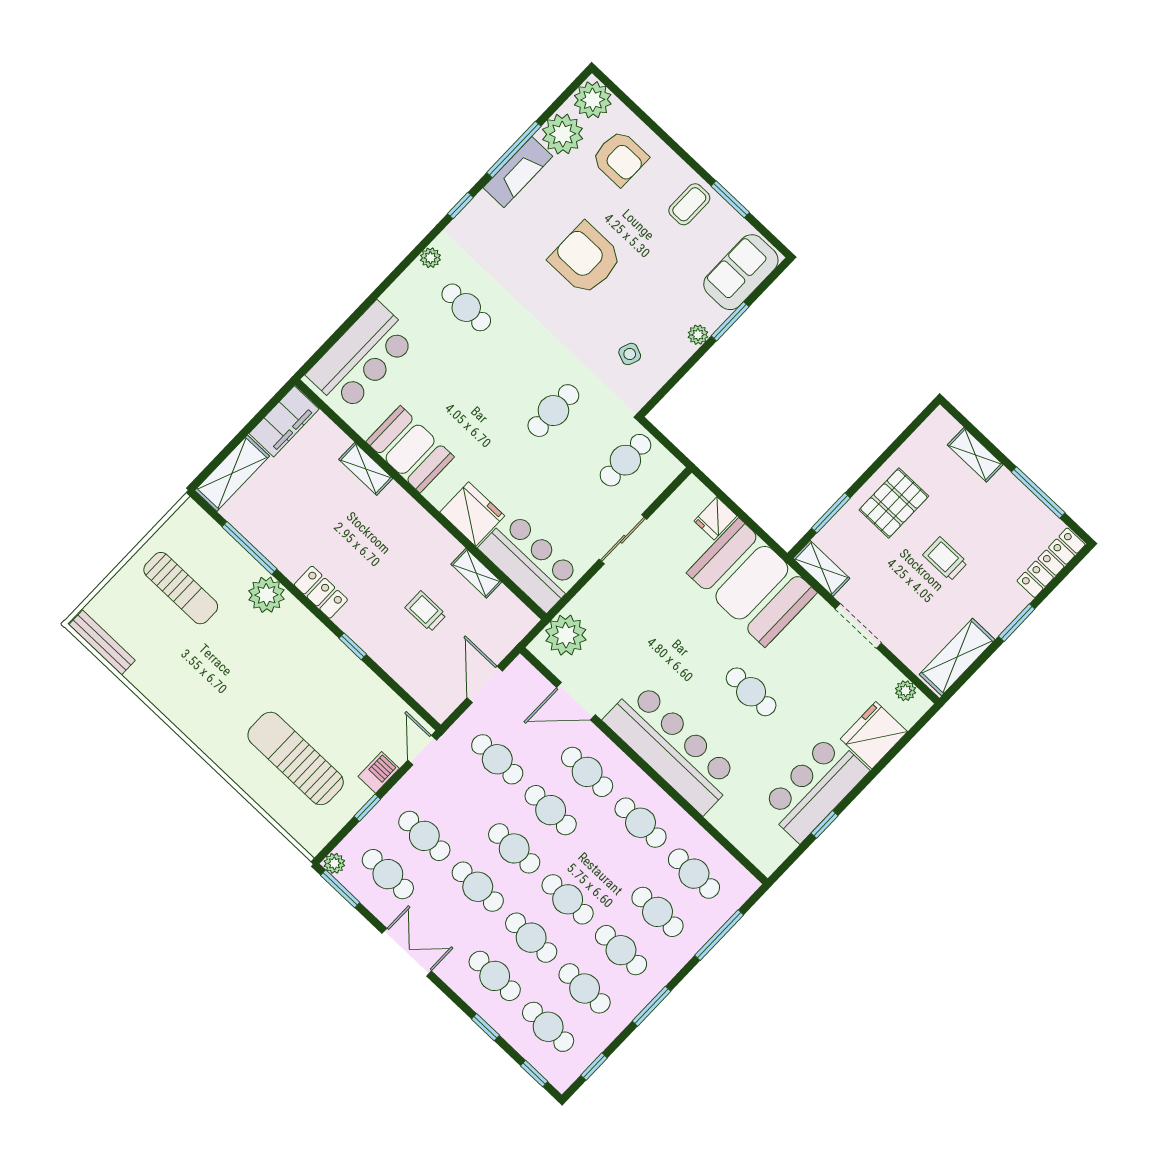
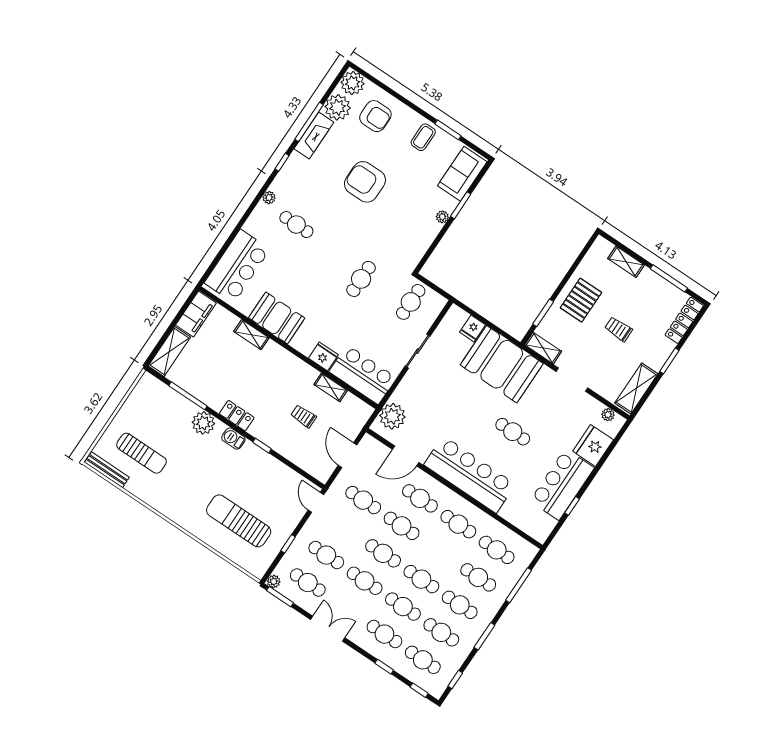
side table: (630, 354) -> (402, 236), removed
fridge: (472, 514) -> (323, 356), width x0.73, depth x0.75
sun lounger: (181, 588) -> (141, 453), moved
barbecue: (379, 772) -> (233, 439), moved, turned -90

